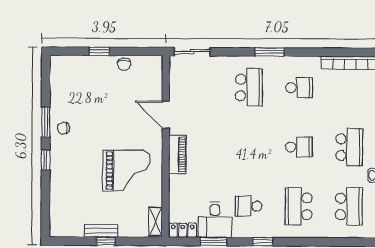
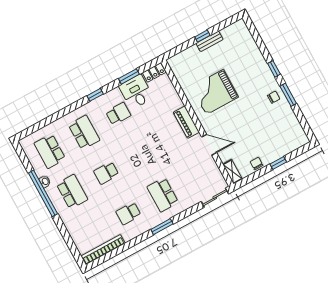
school desk: (349, 147) -> (72, 192), turned 180
shelving: (156, 221) -> (232, 172), moved

